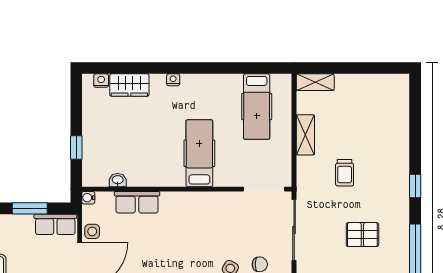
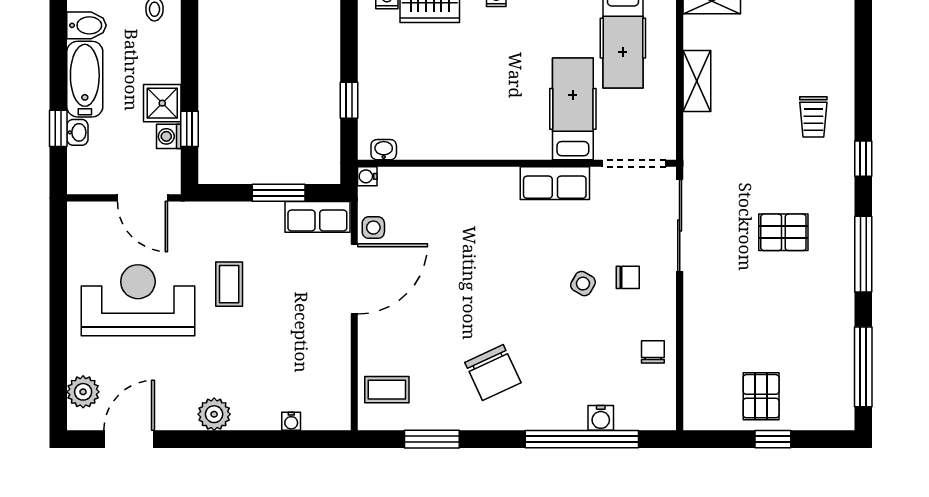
hospital bed: (199, 153) -> (573, 109), moved
trolley: (345, 173) -> (813, 117), moved
washbasin: (118, 180) -> (384, 150), moved
row of seats: (137, 202) -> (555, 183), moved

